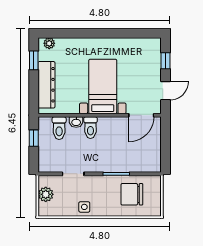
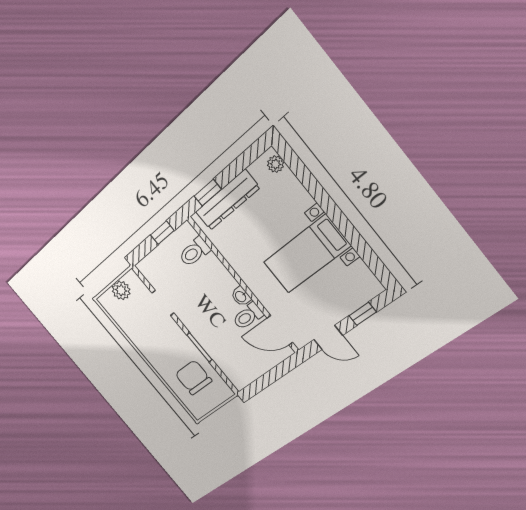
window: (34, 60) -> (208, 193), moved
bed with nightstands: (103, 86) -> (307, 254), moved, turned 180
washbasin: (76, 122) -> (241, 296), moved
toilet: (90, 128) -> (248, 316), moved
side table: (84, 207) -> (142, 339), removed

